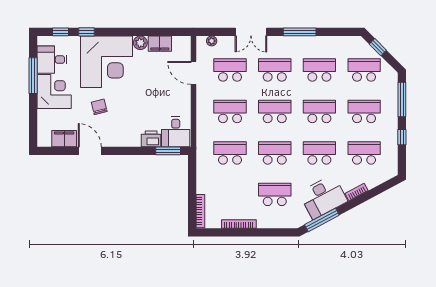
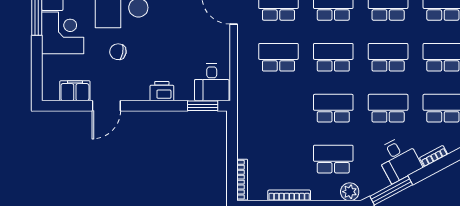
chair: (99, 107) -> (118, 52), turned -65
printer: (151, 139) -> (162, 91), moved
door: (90, 151) -> (106, 106), swing flipped
school desk: (230, 153) -> (278, 108), removed
desk: (323, 197) -> (399, 159), width x0.73
plant: (288, 221) -> (350, 192), added

